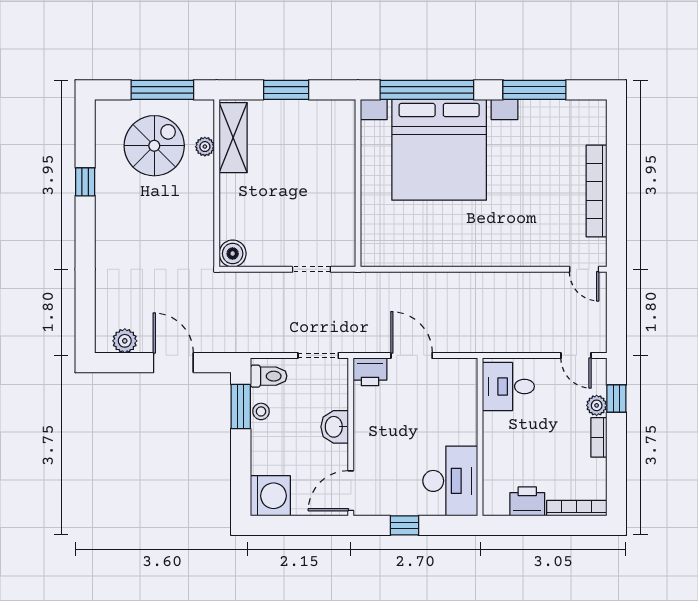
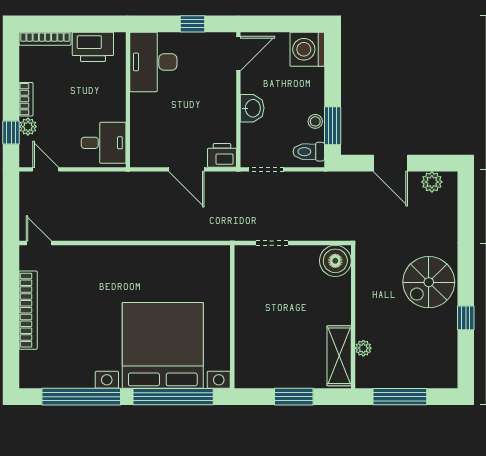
window: (534, 90) -> (81, 397), width x1.46
spiral stairs: (154, 146) -> (429, 282), moved
boiler: (233, 254) -> (335, 261), width x1.37, depth x1.37
printer: (527, 501) -> (93, 47), width x1.37, depth x1.19

